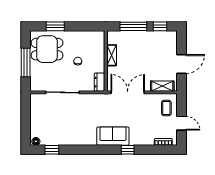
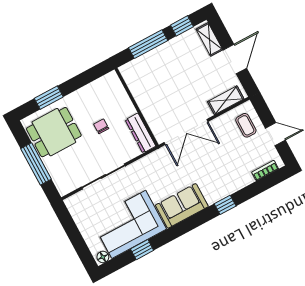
shelving: (112, 55) -> (209, 39), moved
dresser: (100, 82) -> (140, 133), width x1.44
double door: (128, 92) -> (186, 132), swing flipped
corner sofa: (62, 130) -> (129, 224), added
sofa: (113, 136) -> (182, 206), moved
window: (52, 150) -> (142, 250), moved

